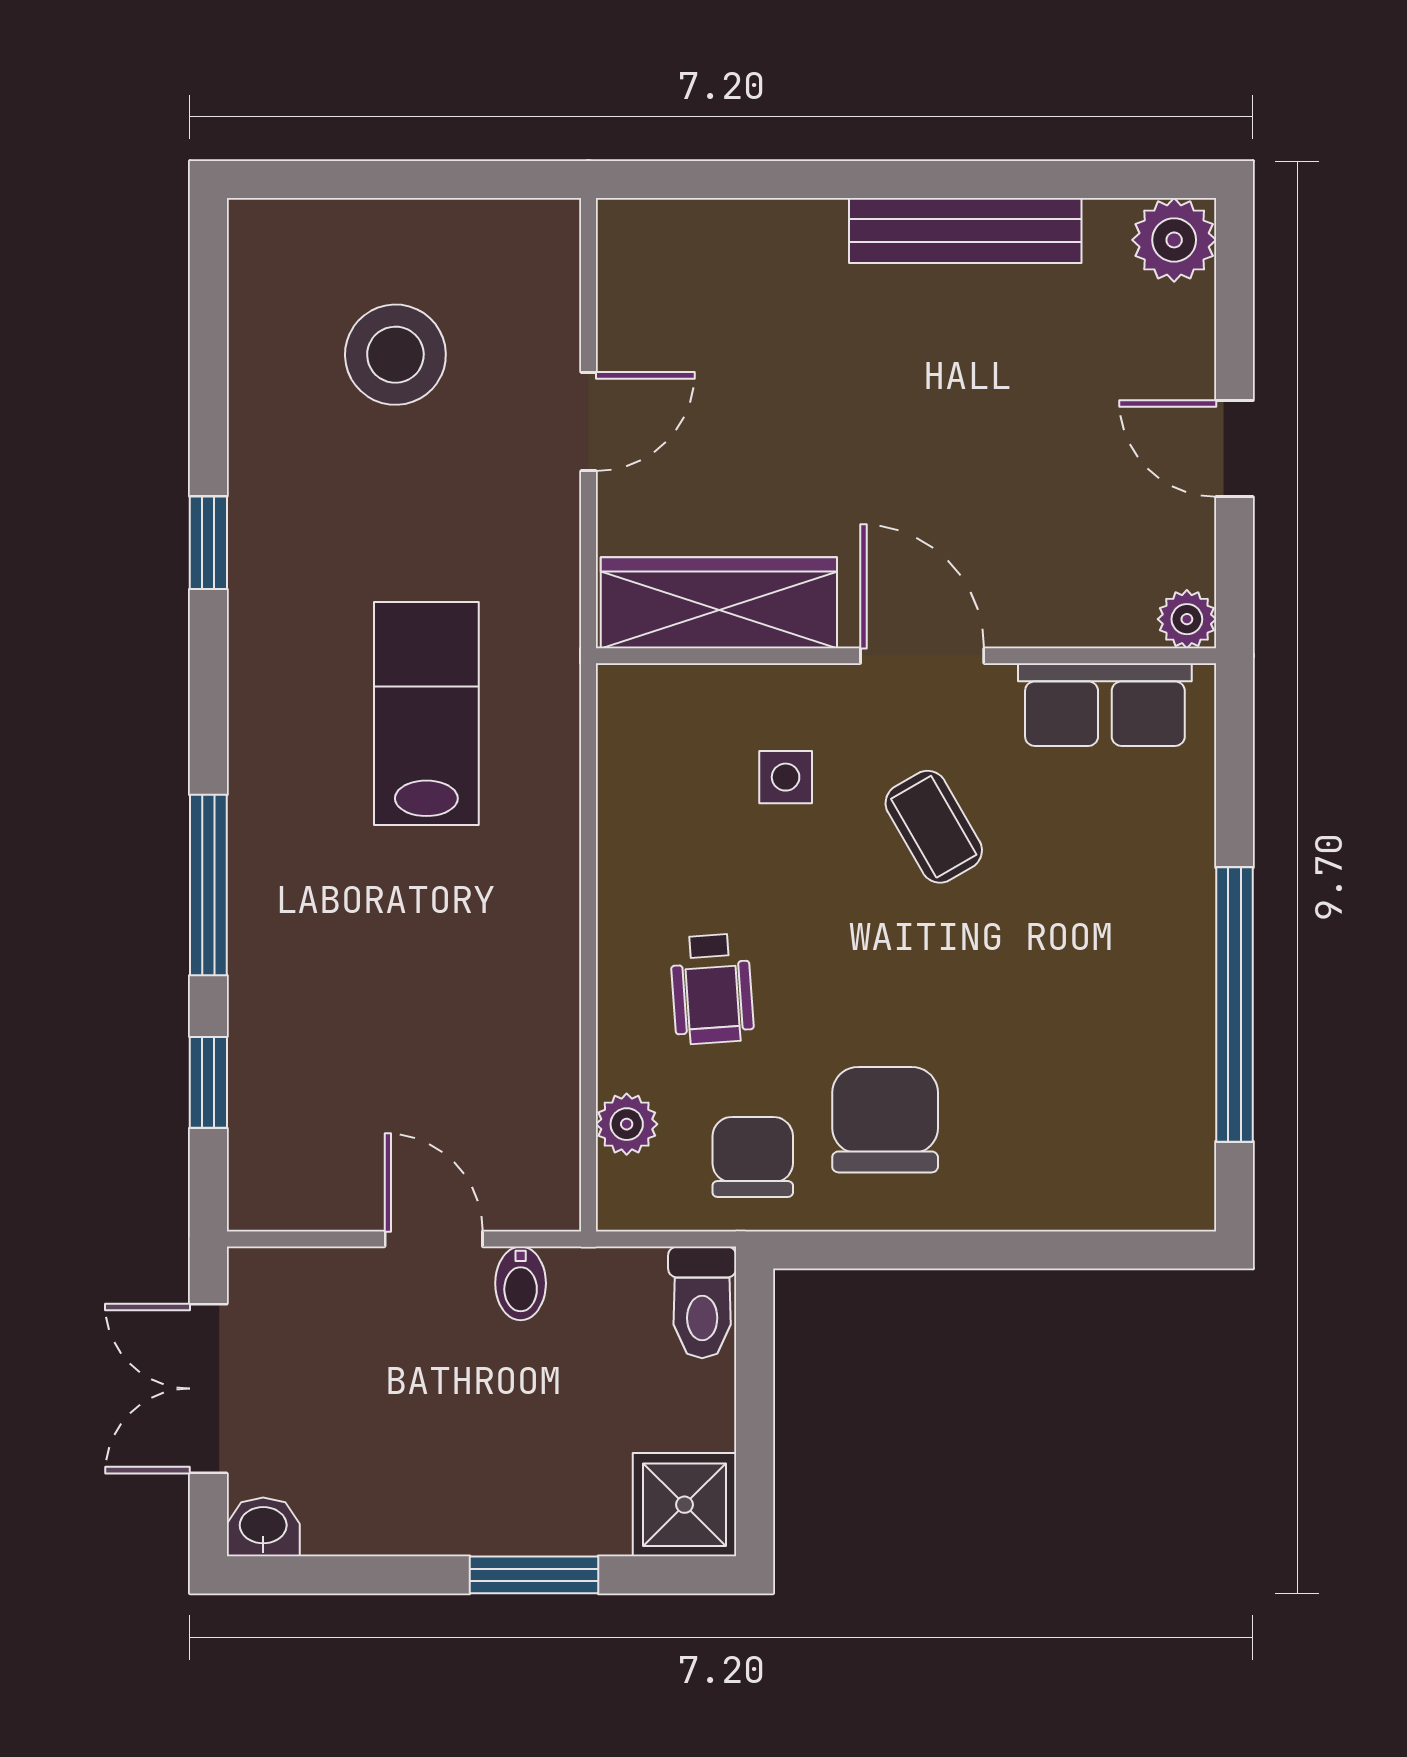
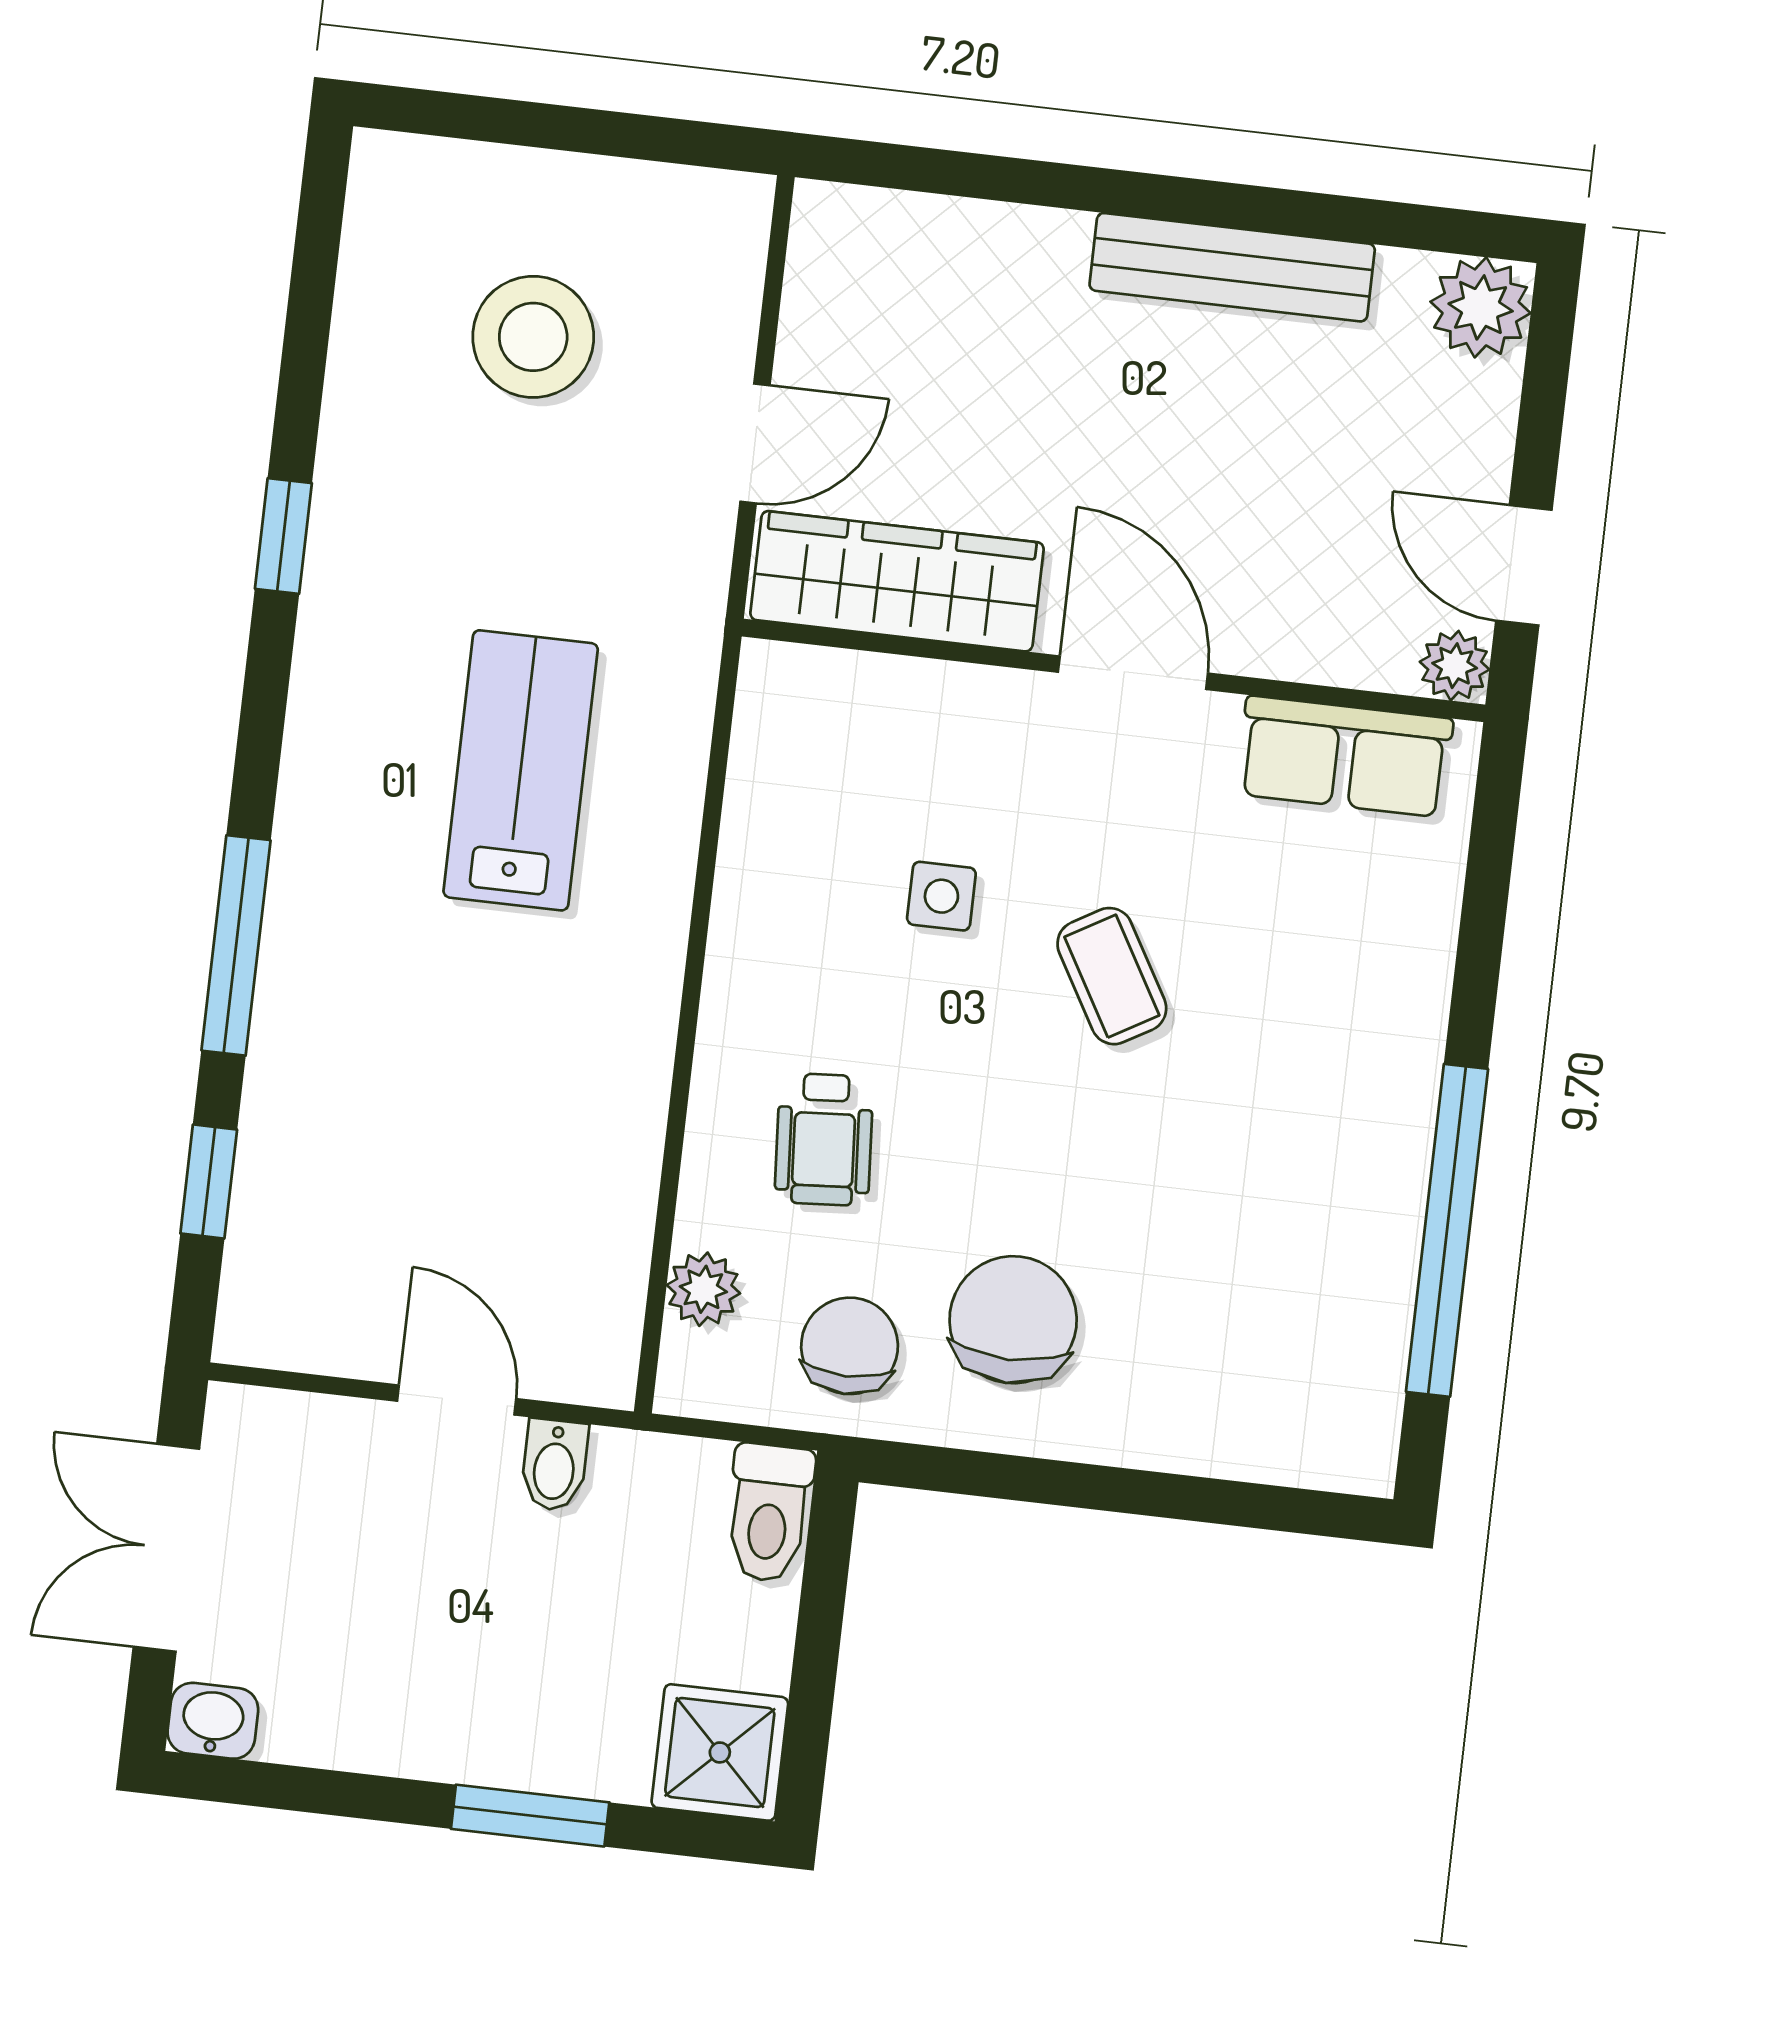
wardrobe: (719, 603) -> (897, 581), moved
plant: (1187, 619) -> (1455, 666), moved
wall: (906, 656) -> (1114, 670), moved
door: (922, 656) -> (1133, 673), moved
row of seats: (1105, 705) -> (1345, 756), moved

